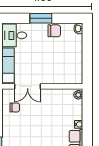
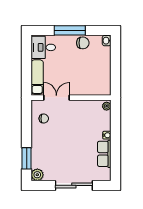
window: (41, 18) -> (70, 30), width x1.44
double door: (28, 86) -> (56, 98), swing flipped

